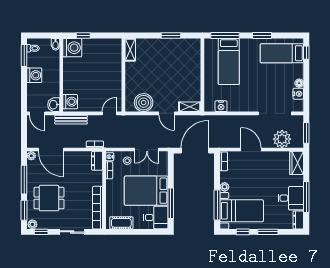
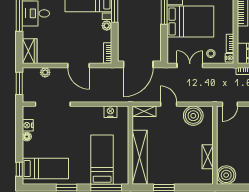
boiler: (113, 47) -> (226, 175), added
shelving: (130, 50) -> (208, 157), moved
shelving: (194, 64) -> (140, 157), added
plant: (282, 139) -> (45, 72), width x0.53, depth x0.53

